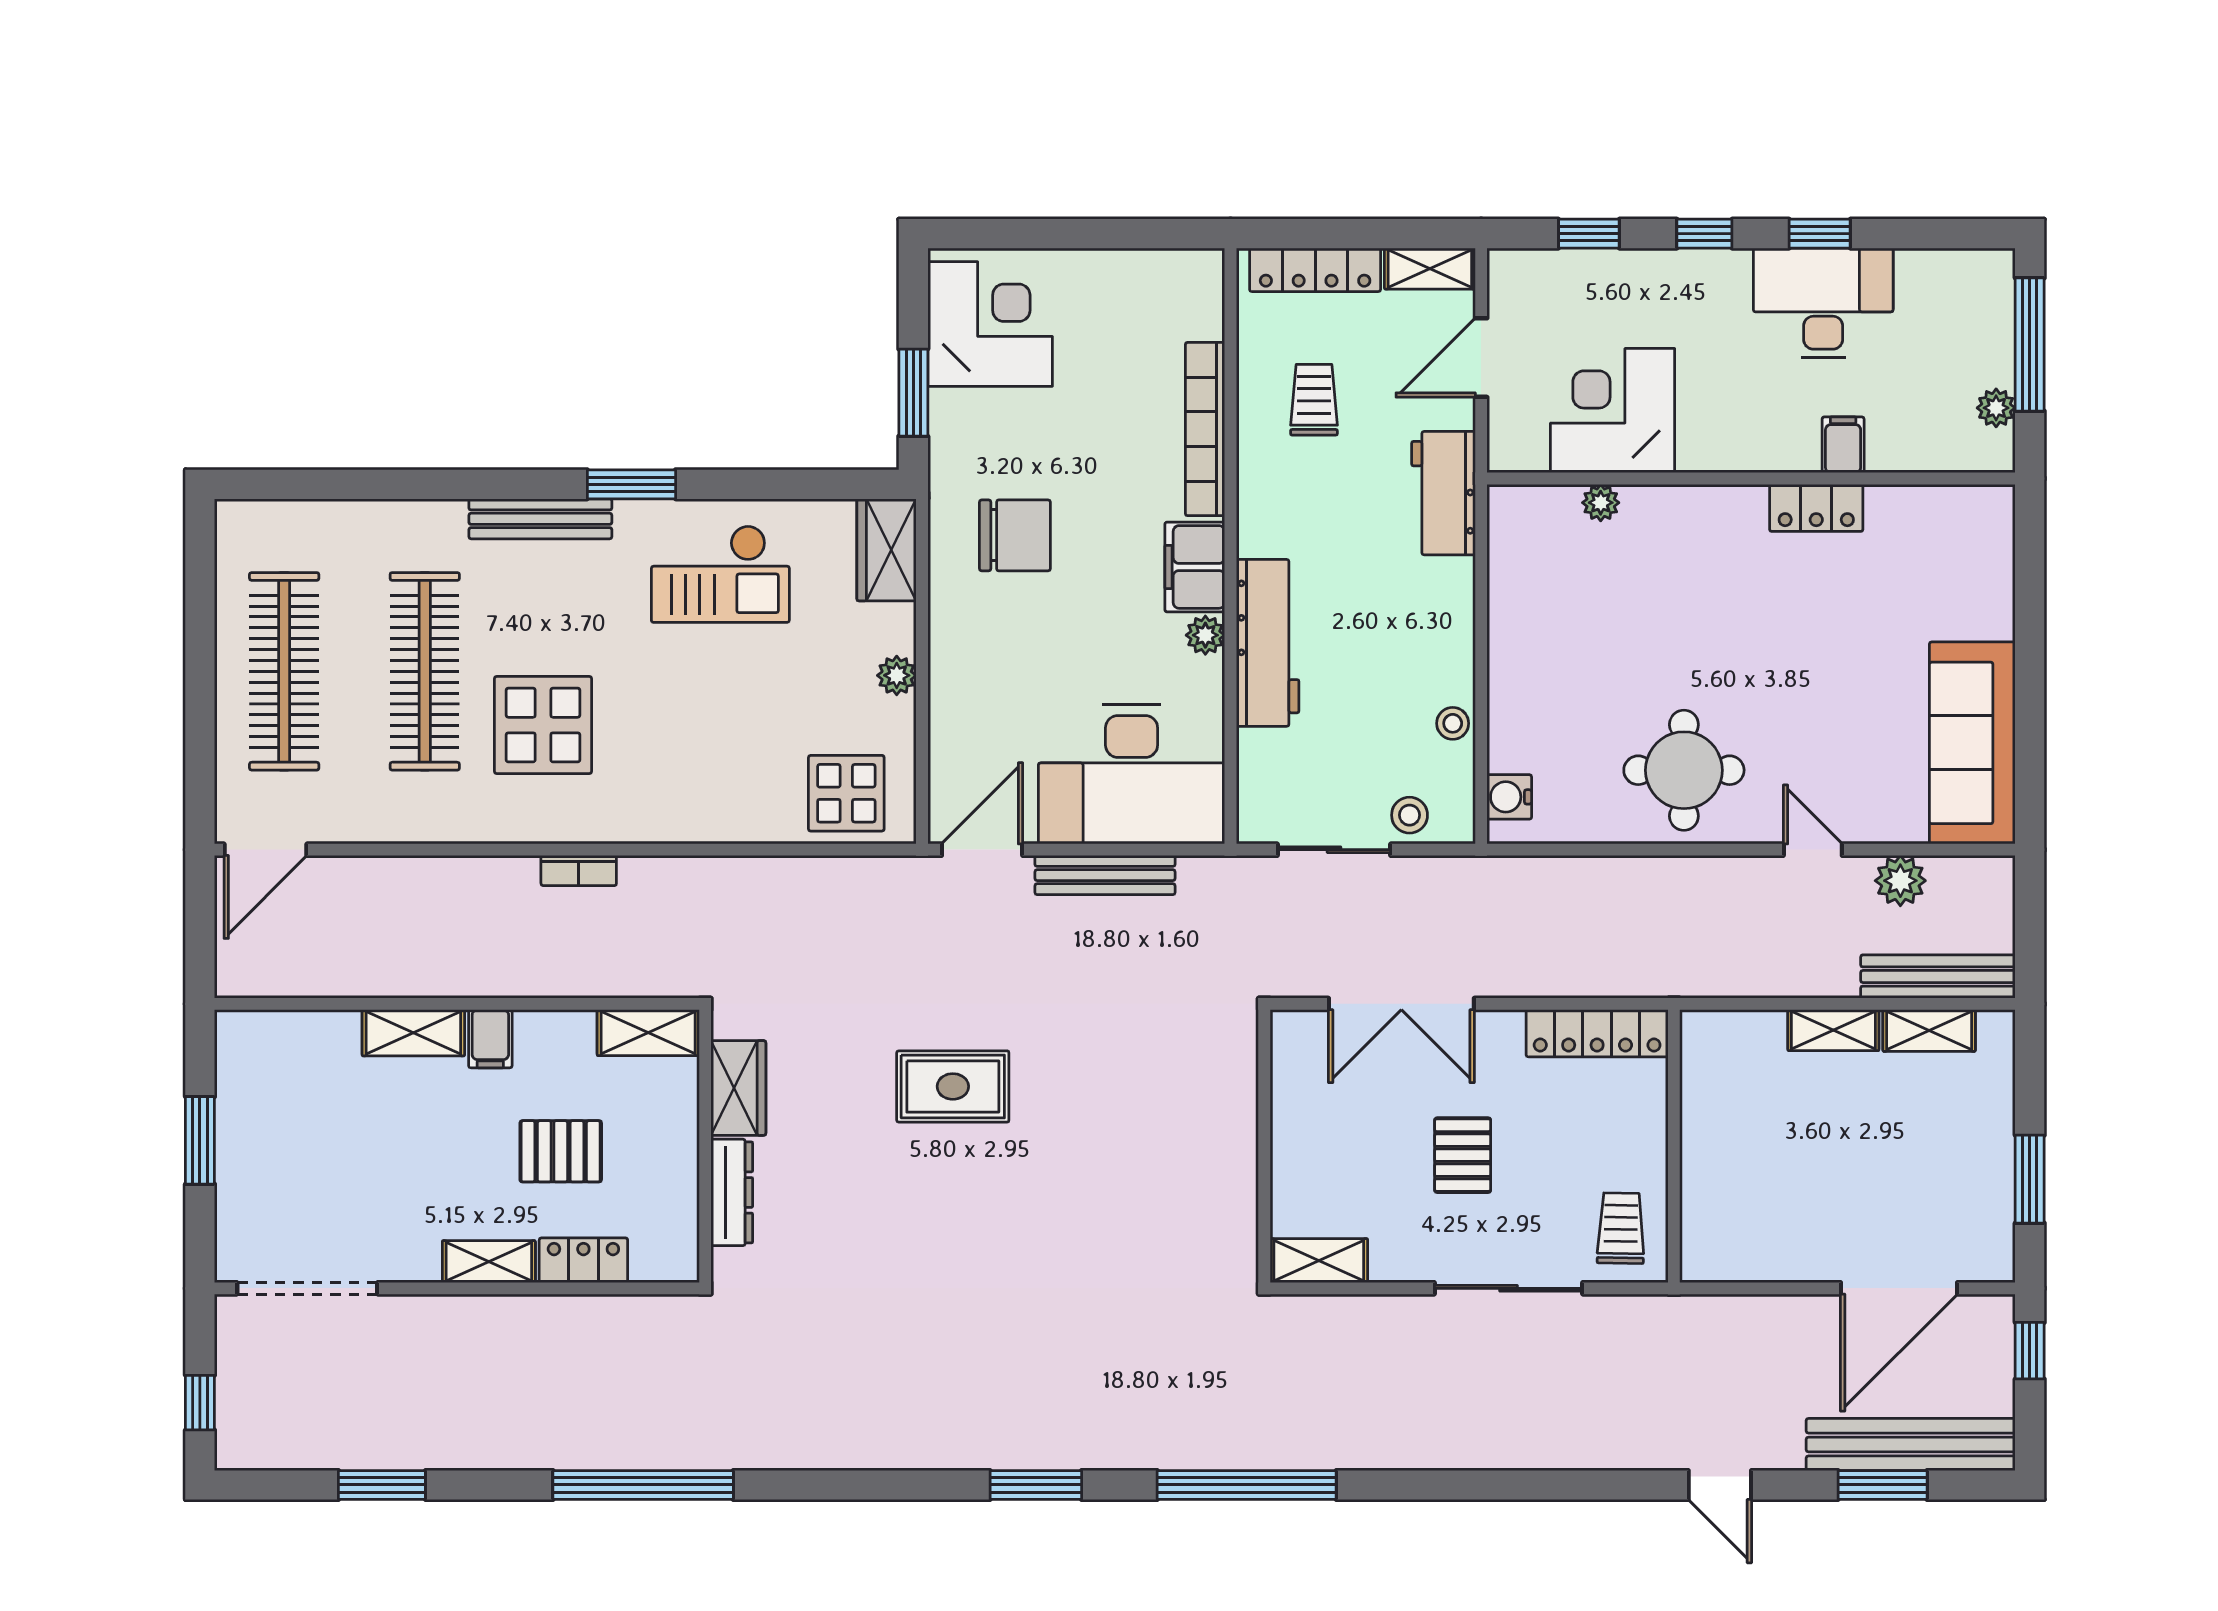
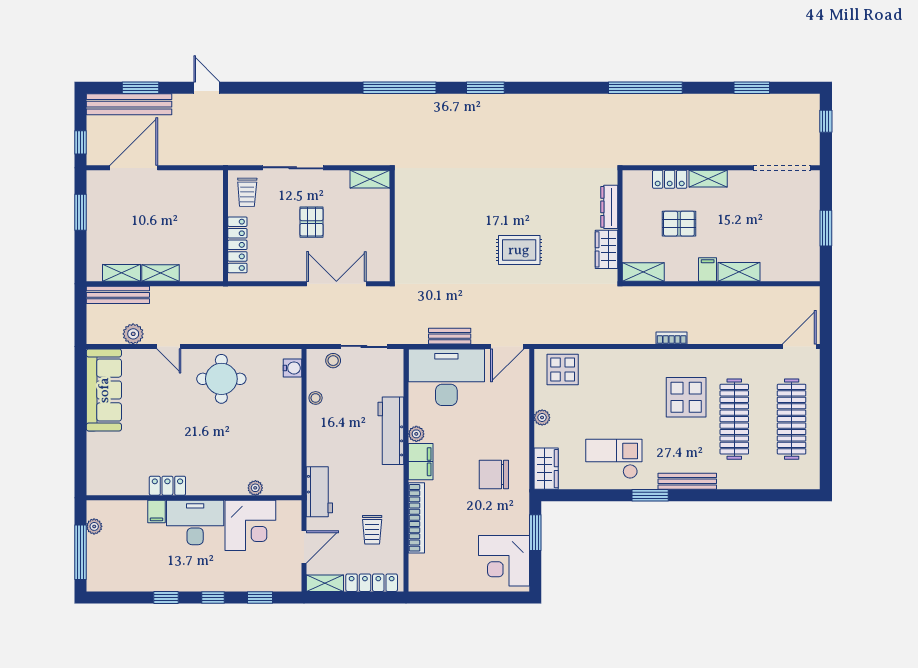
desk: (1823, 303) -> (195, 522), moved, turned 180
bench: (1105, 875) -> (450, 336), width x0.73
locker: (1597, 1033) -> (237, 245), moved, turned 90

